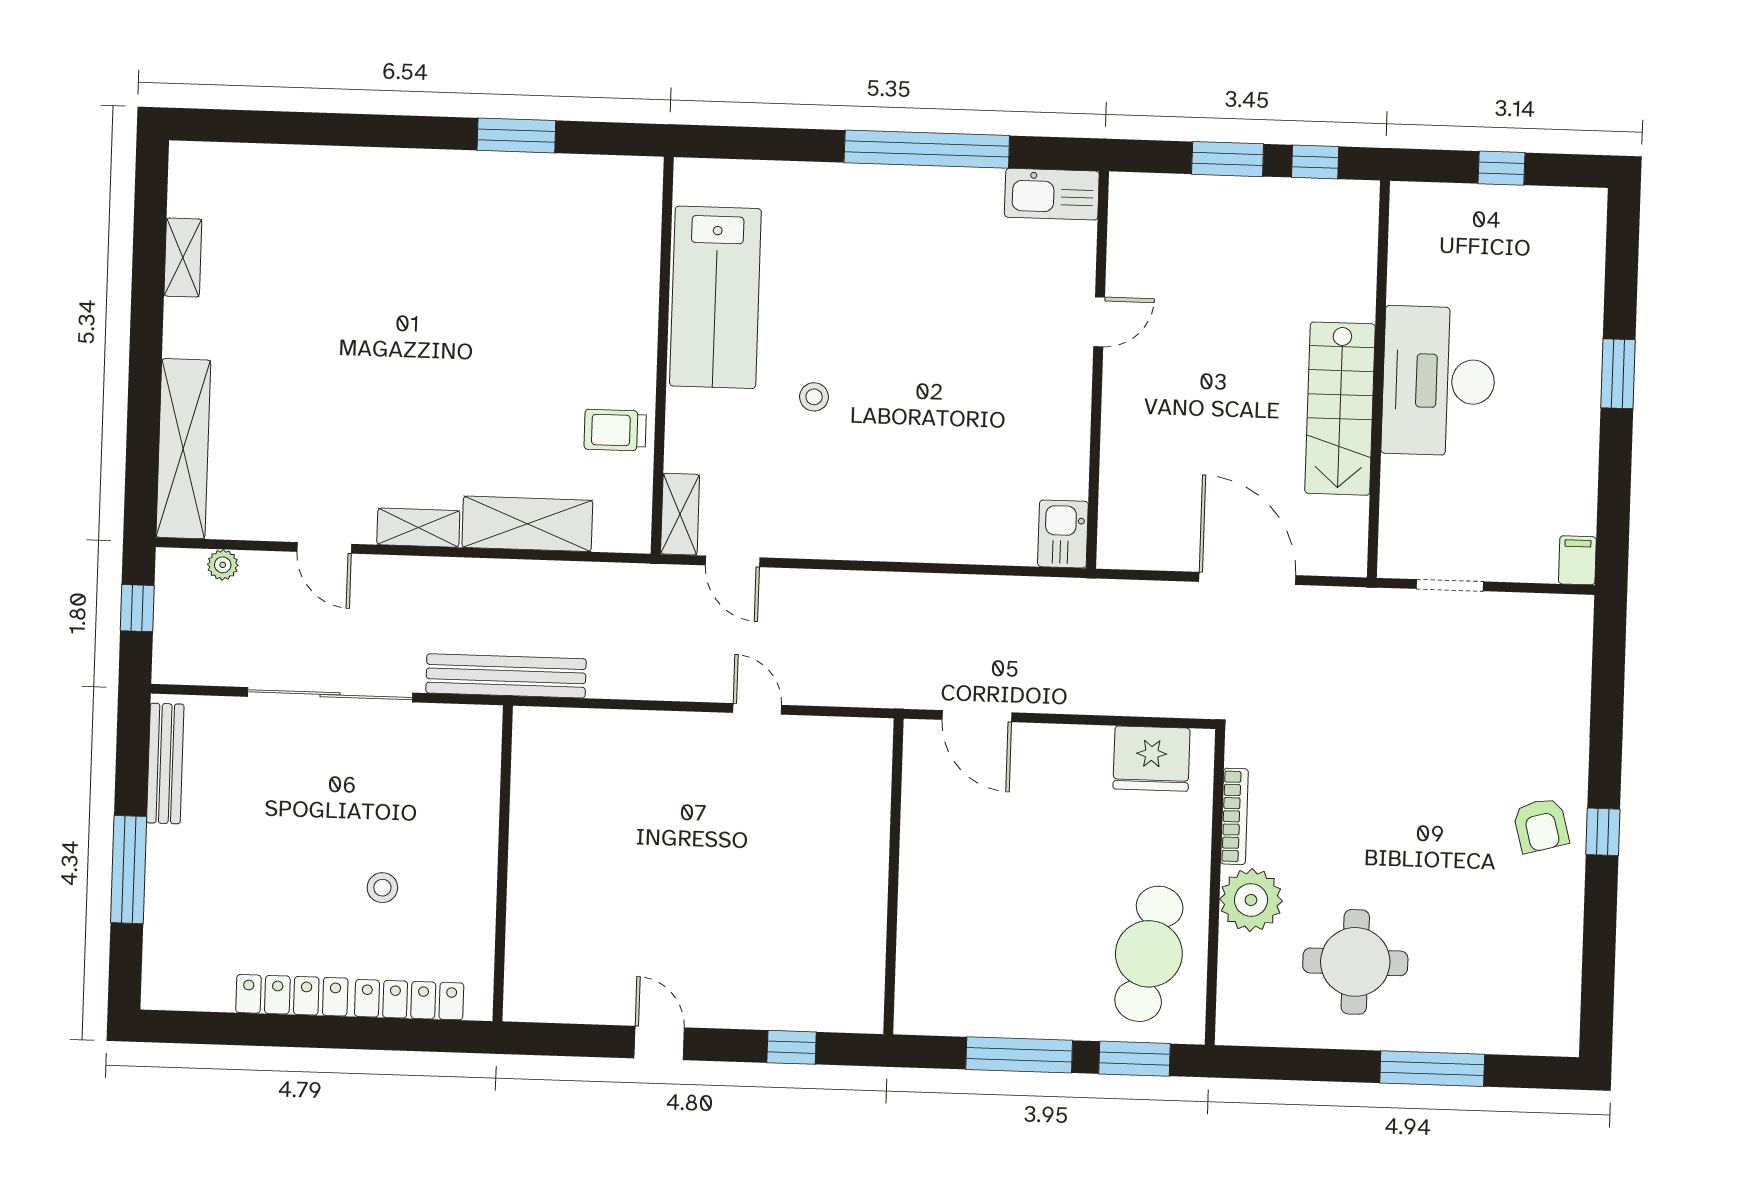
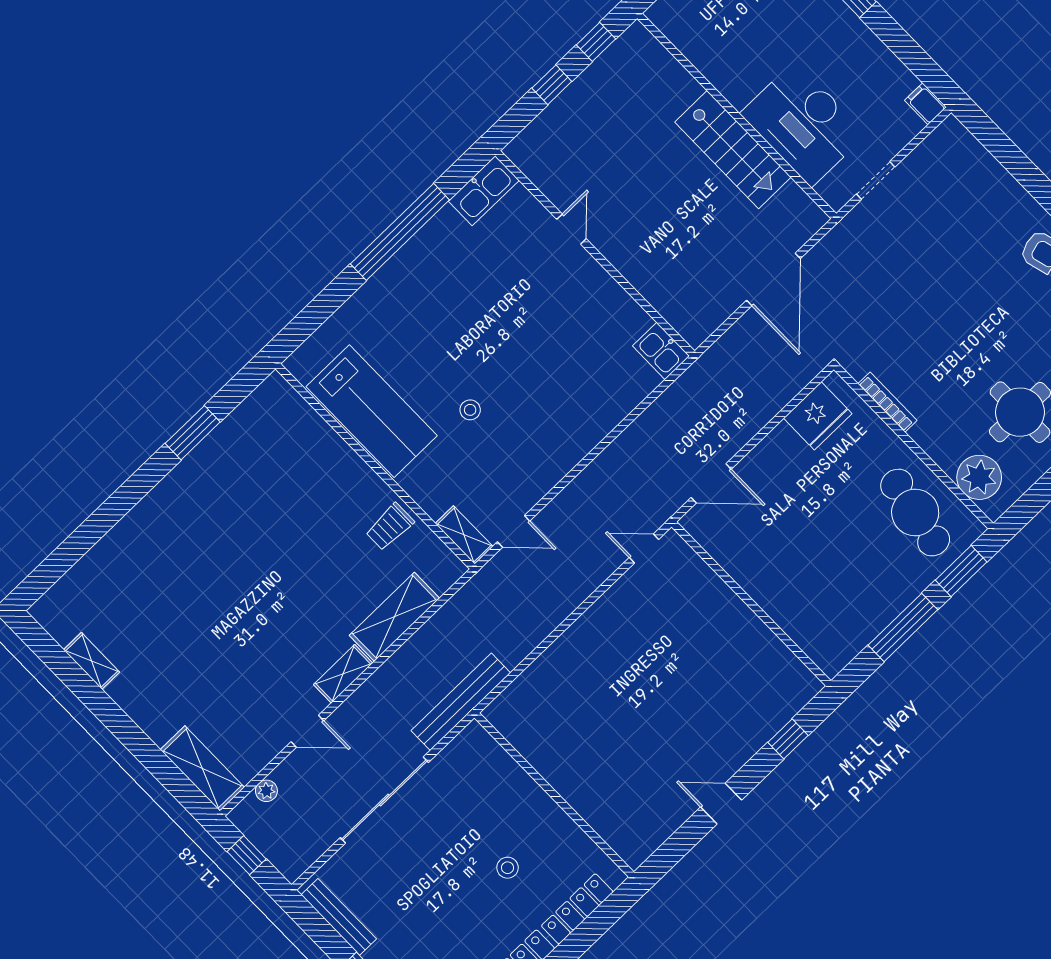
window: (1228, 159) -> (552, 85), width x0.67
desk: (1439, 381) -> (803, 124), moved
shelving: (183, 449) -> (202, 768), width x0.68
door: (1247, 578) -> (773, 279), swing flipped
door: (757, 709) -> (644, 548), moved
plant: (1251, 900) -> (979, 477), moved

